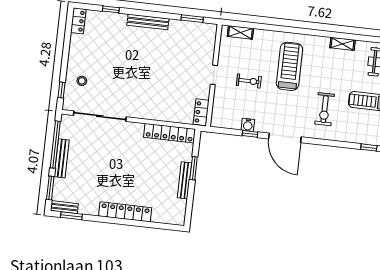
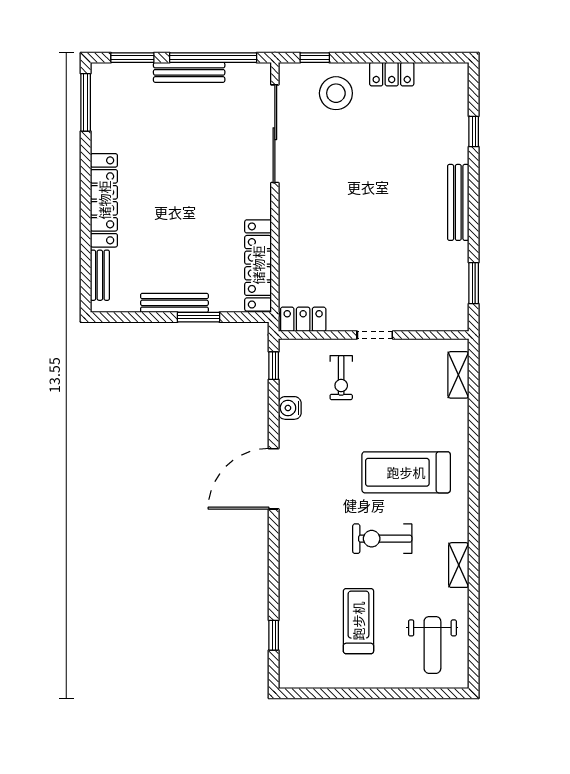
locker: (78, 21) -> (392, 74), moved
treadmill: (289, 66) -> (406, 472), turned 180
stool: (82, 81) -> (336, 93), width x1.89, depth x1.89
exercise bike: (249, 81) -> (341, 378), moved
exercise bike: (325, 109) -> (382, 539), moved
window: (250, 134) -> (274, 366), moved
bench: (64, 207) -> (100, 275), moved
window: (71, 216) -> (86, 102), width x1.44

